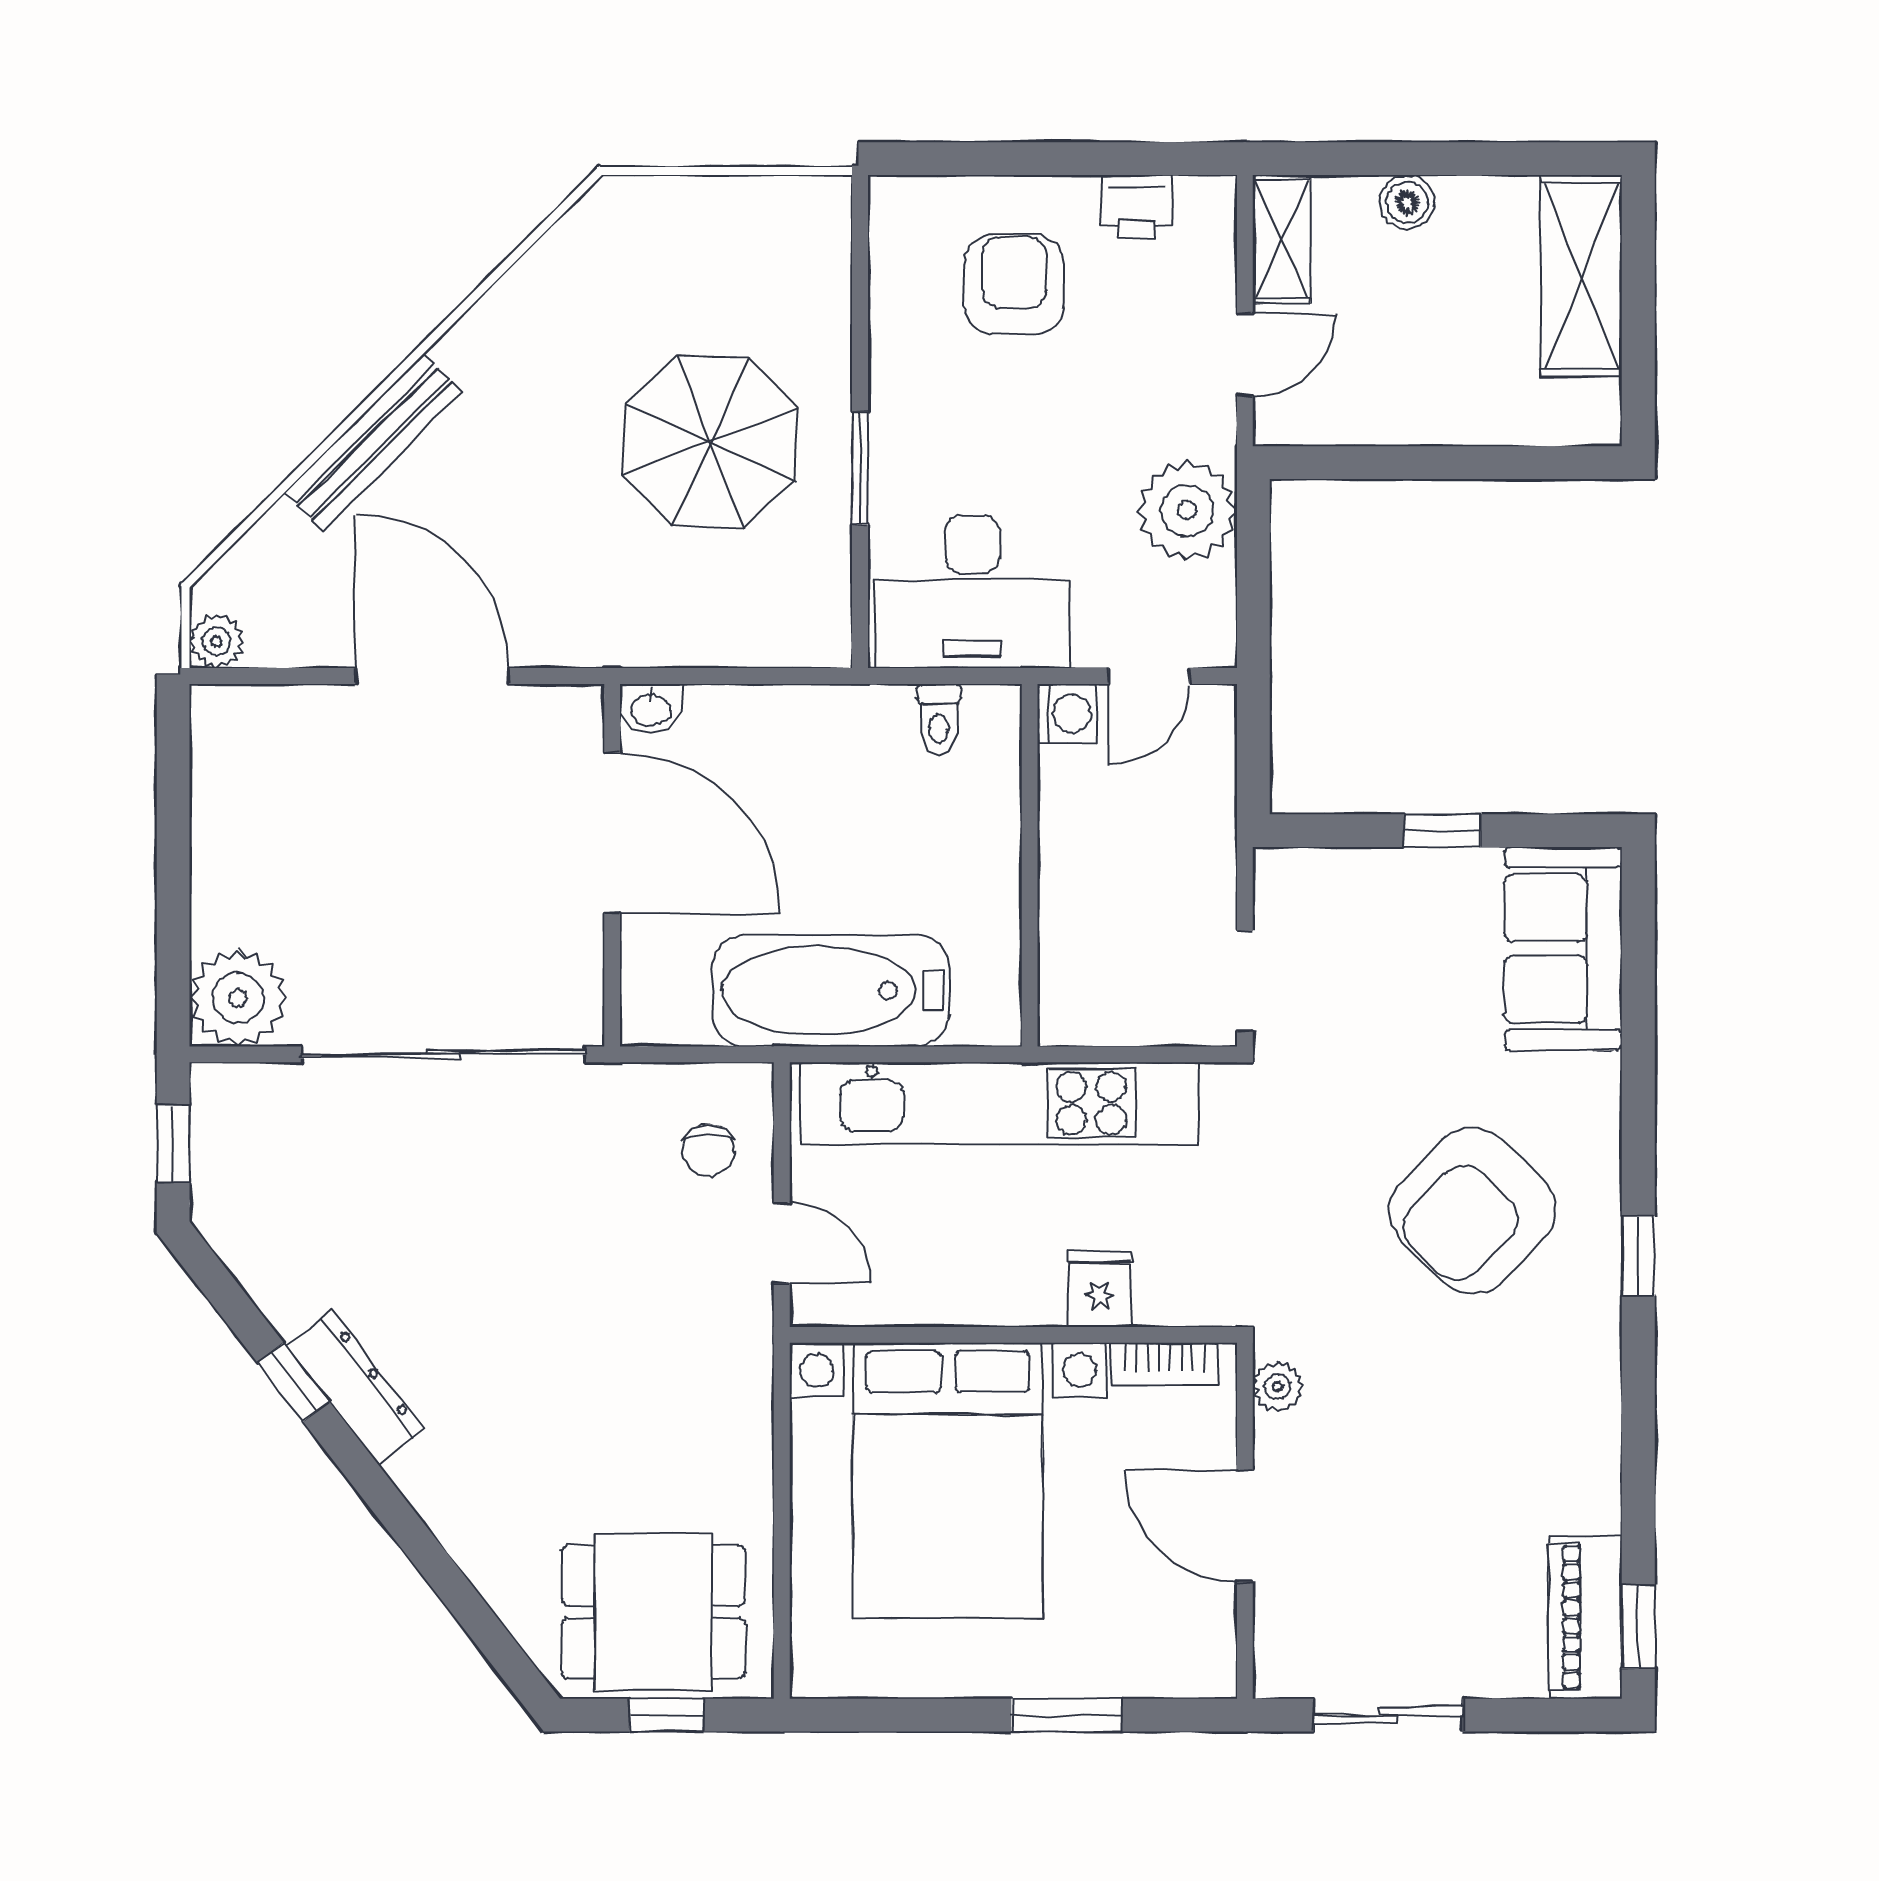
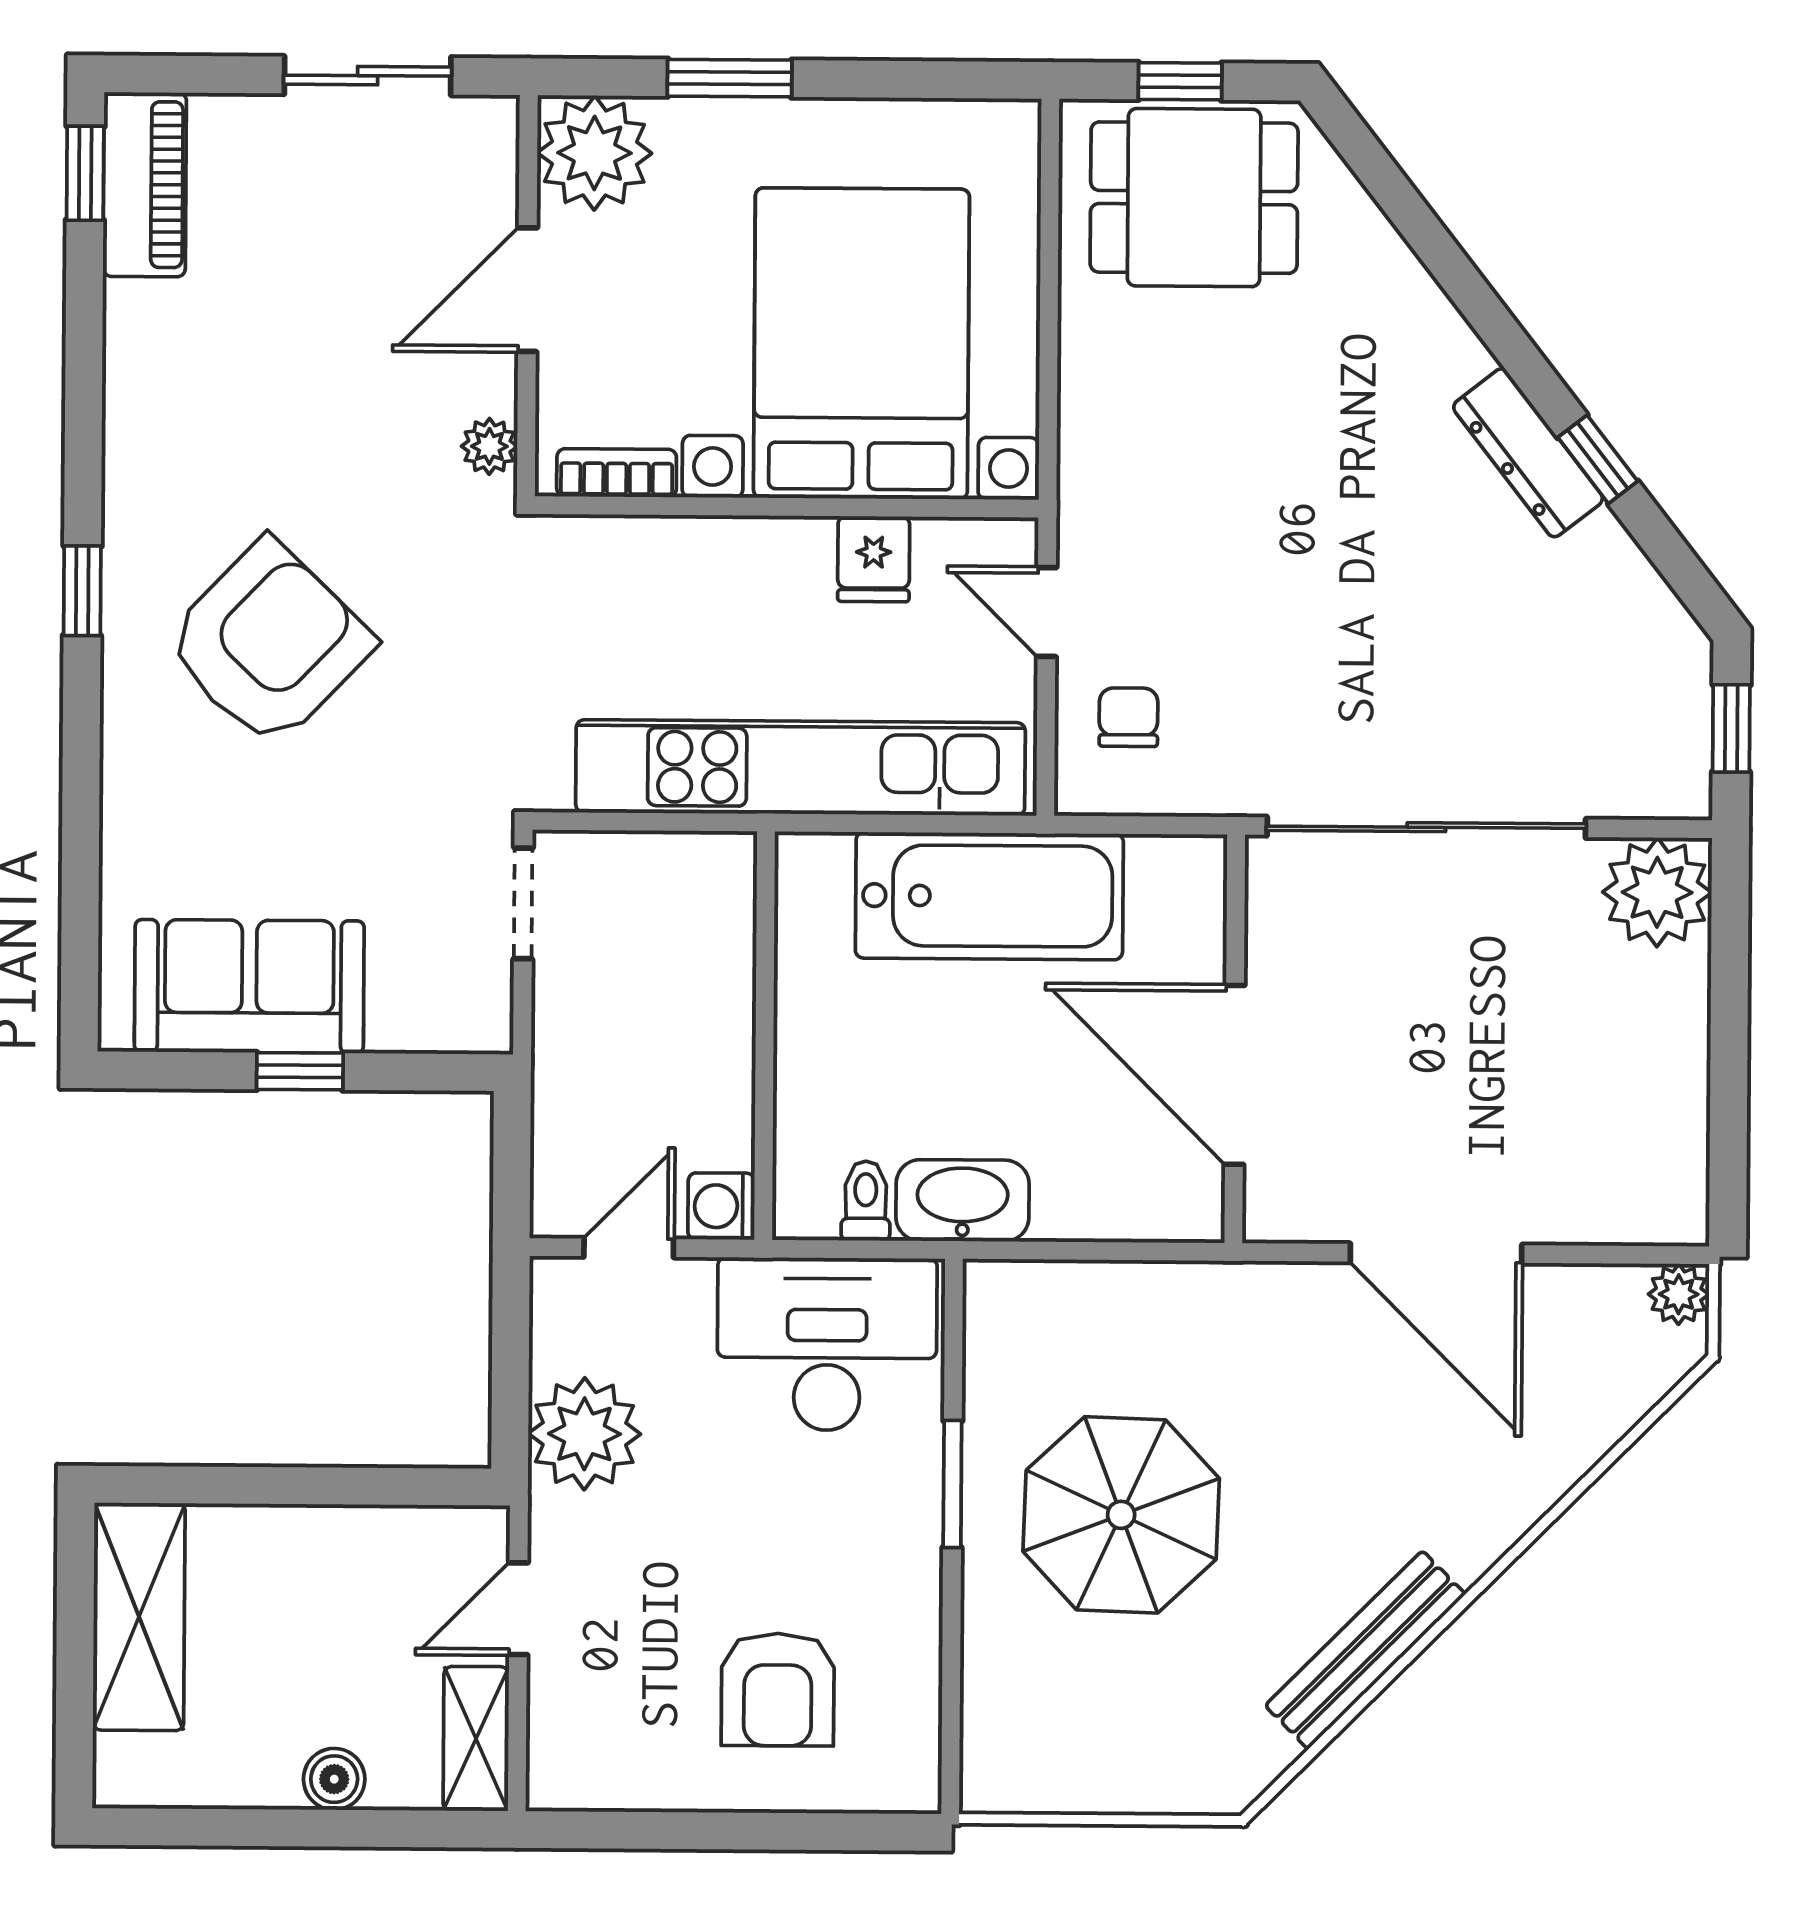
printer: (1137, 207) -> (639, 1776), removed
shelving: (1582, 276) -> (139, 1617), moved
bench: (373, 442) -> (1365, 1650), moved
washbasin: (651, 709) -> (962, 1201), moved, width x1.91, depth x1.45
sofa: (1563, 949) -> (249, 986), moved, turned -90
fridge: (1100, 1289) -> (874, 559), moved
door: (1245, 1526) -> (527, 290), swing flipped
plant: (1186, 1648) -> (594, 153), added

